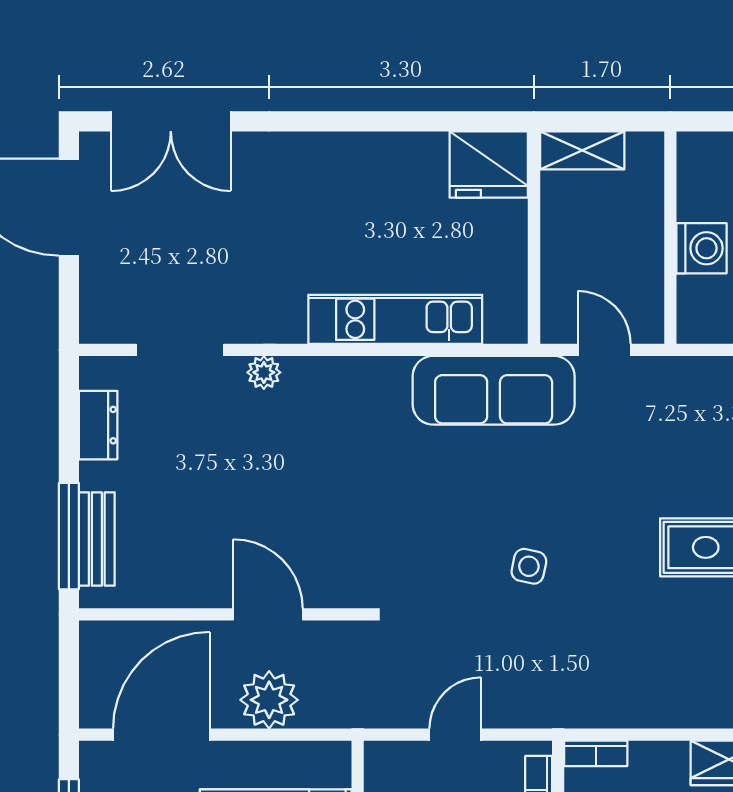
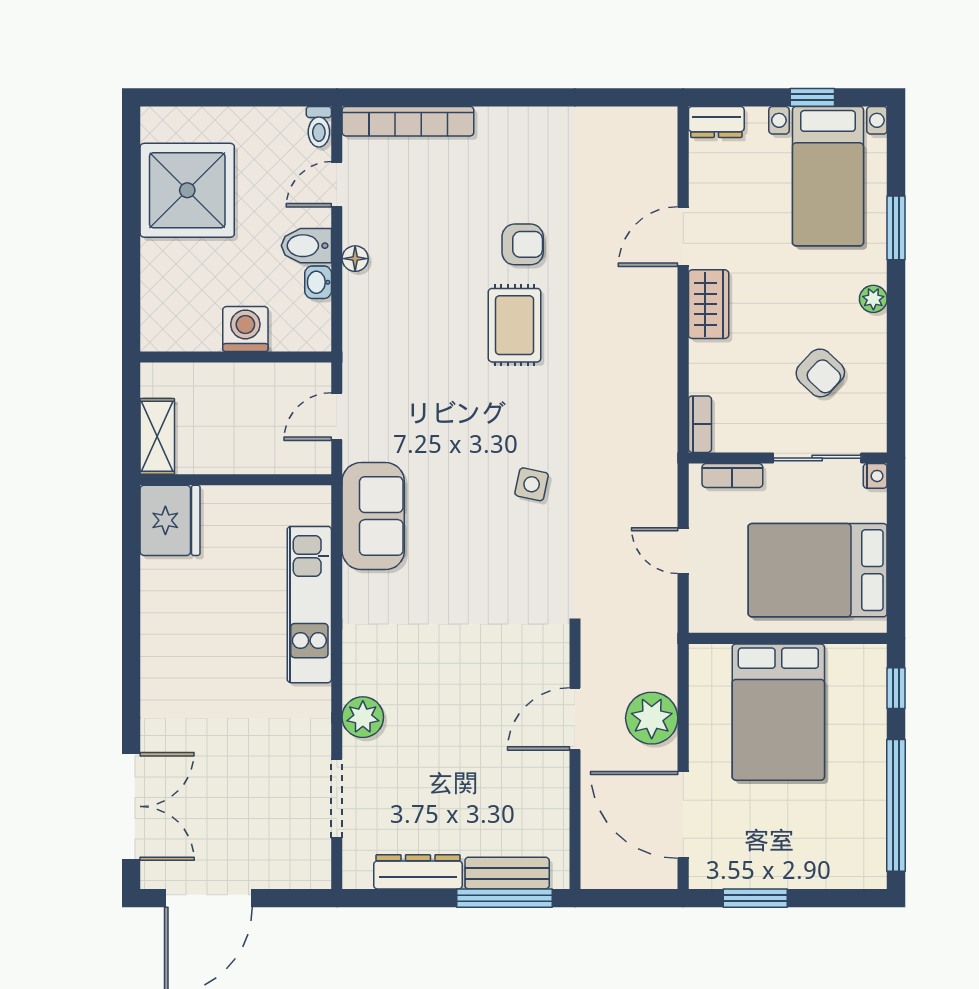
plant: (264, 372) -> (363, 717), width x1.38, depth x1.38
sofa: (494, 390) -> (373, 516), width x0.73
dresser: (98, 425) -> (418, 872), width x1.44

